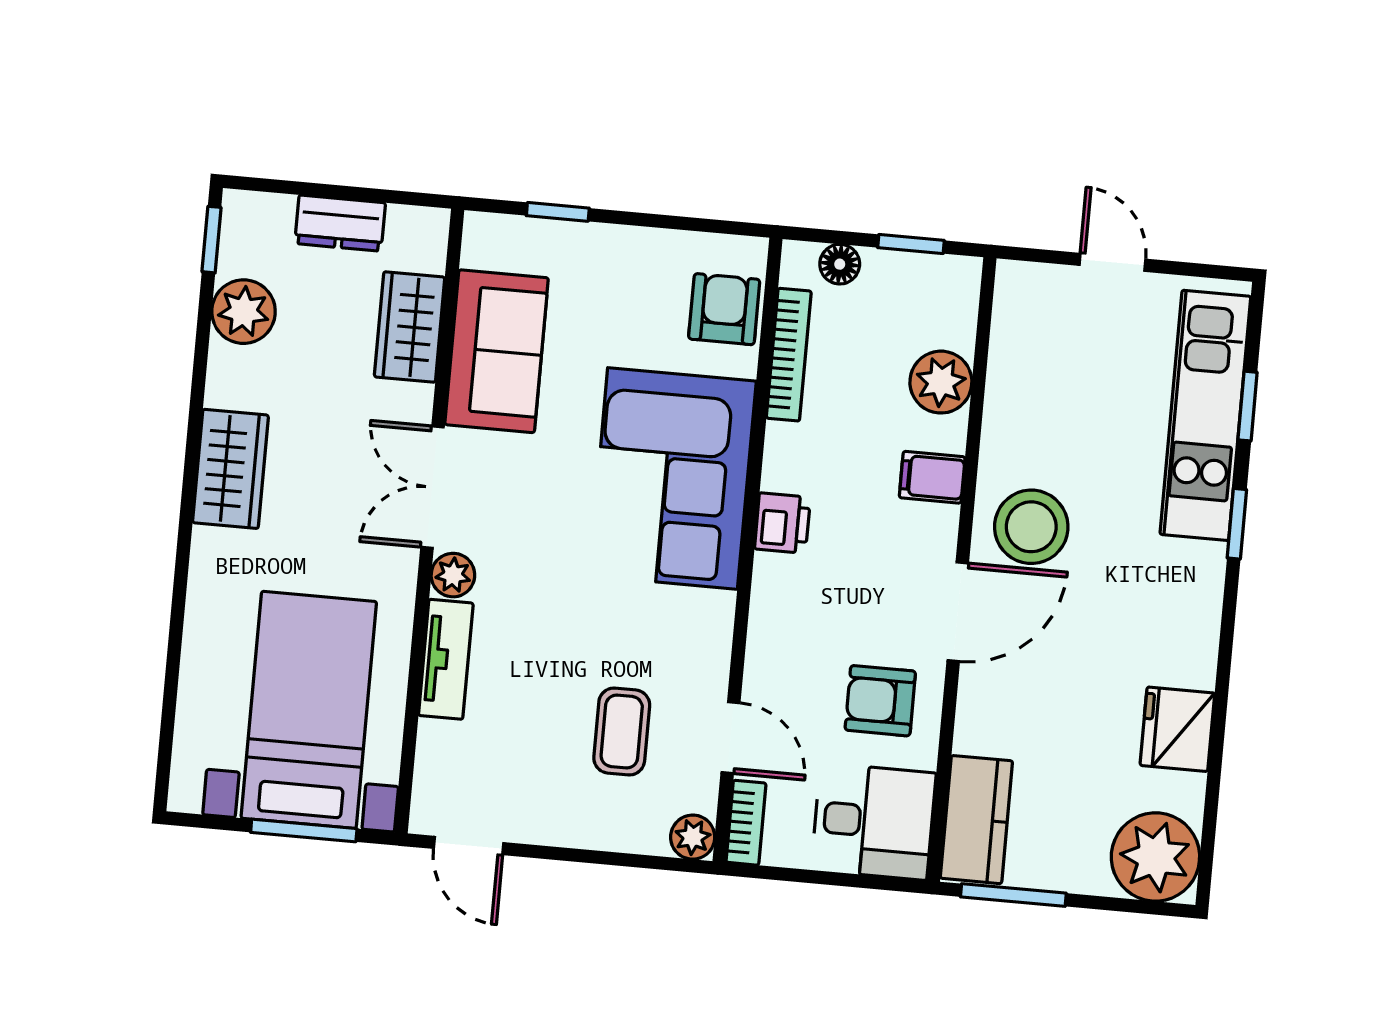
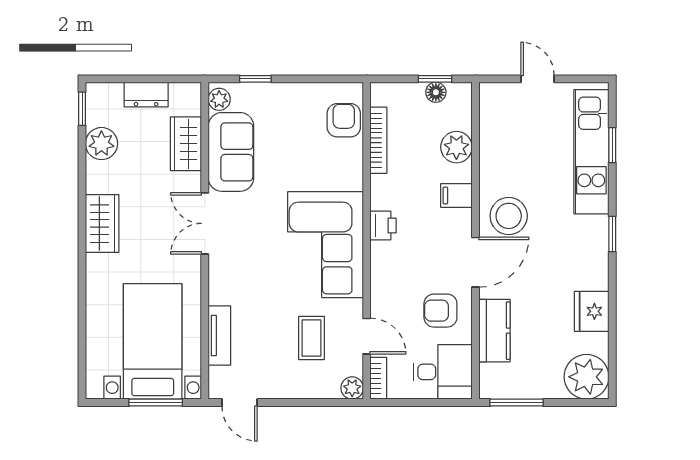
floor lamp: (840, 264) -> (436, 92), moved
corner sofa: (673, 478) -> (326, 245), moved
window: (1237, 524) -> (612, 234), moved
plant: (453, 575) -> (219, 99), moved
tv unit: (446, 659) -> (219, 336), moved
kitchen counter: (976, 820) -> (494, 331), moved

